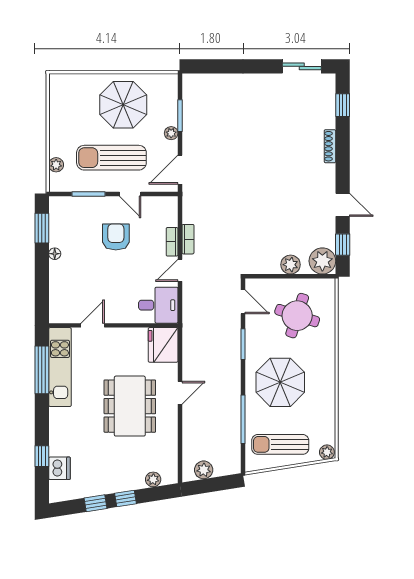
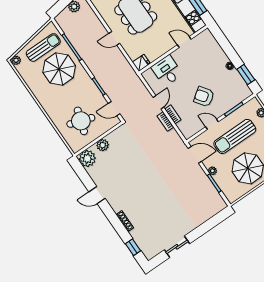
sliding door: (302, 66) -> (177, 247), moved
sun lounger: (111, 158) -> (235, 136), turned 180
door: (180, 170) -> (195, 155), hinge flipped
armchair: (116, 237) -> (204, 97), turned 144
window: (343, 245) -> (83, 174), removed
desk: (158, 305) -> (167, 71), moved, turned 90
door: (93, 325) -> (184, 42), swing flipped
fridge: (163, 345) -> (141, 63), width x0.53, depth x0.75
parasol: (280, 382) -> (59, 69), moved
door: (180, 393) -> (114, 38), hinge flipped

